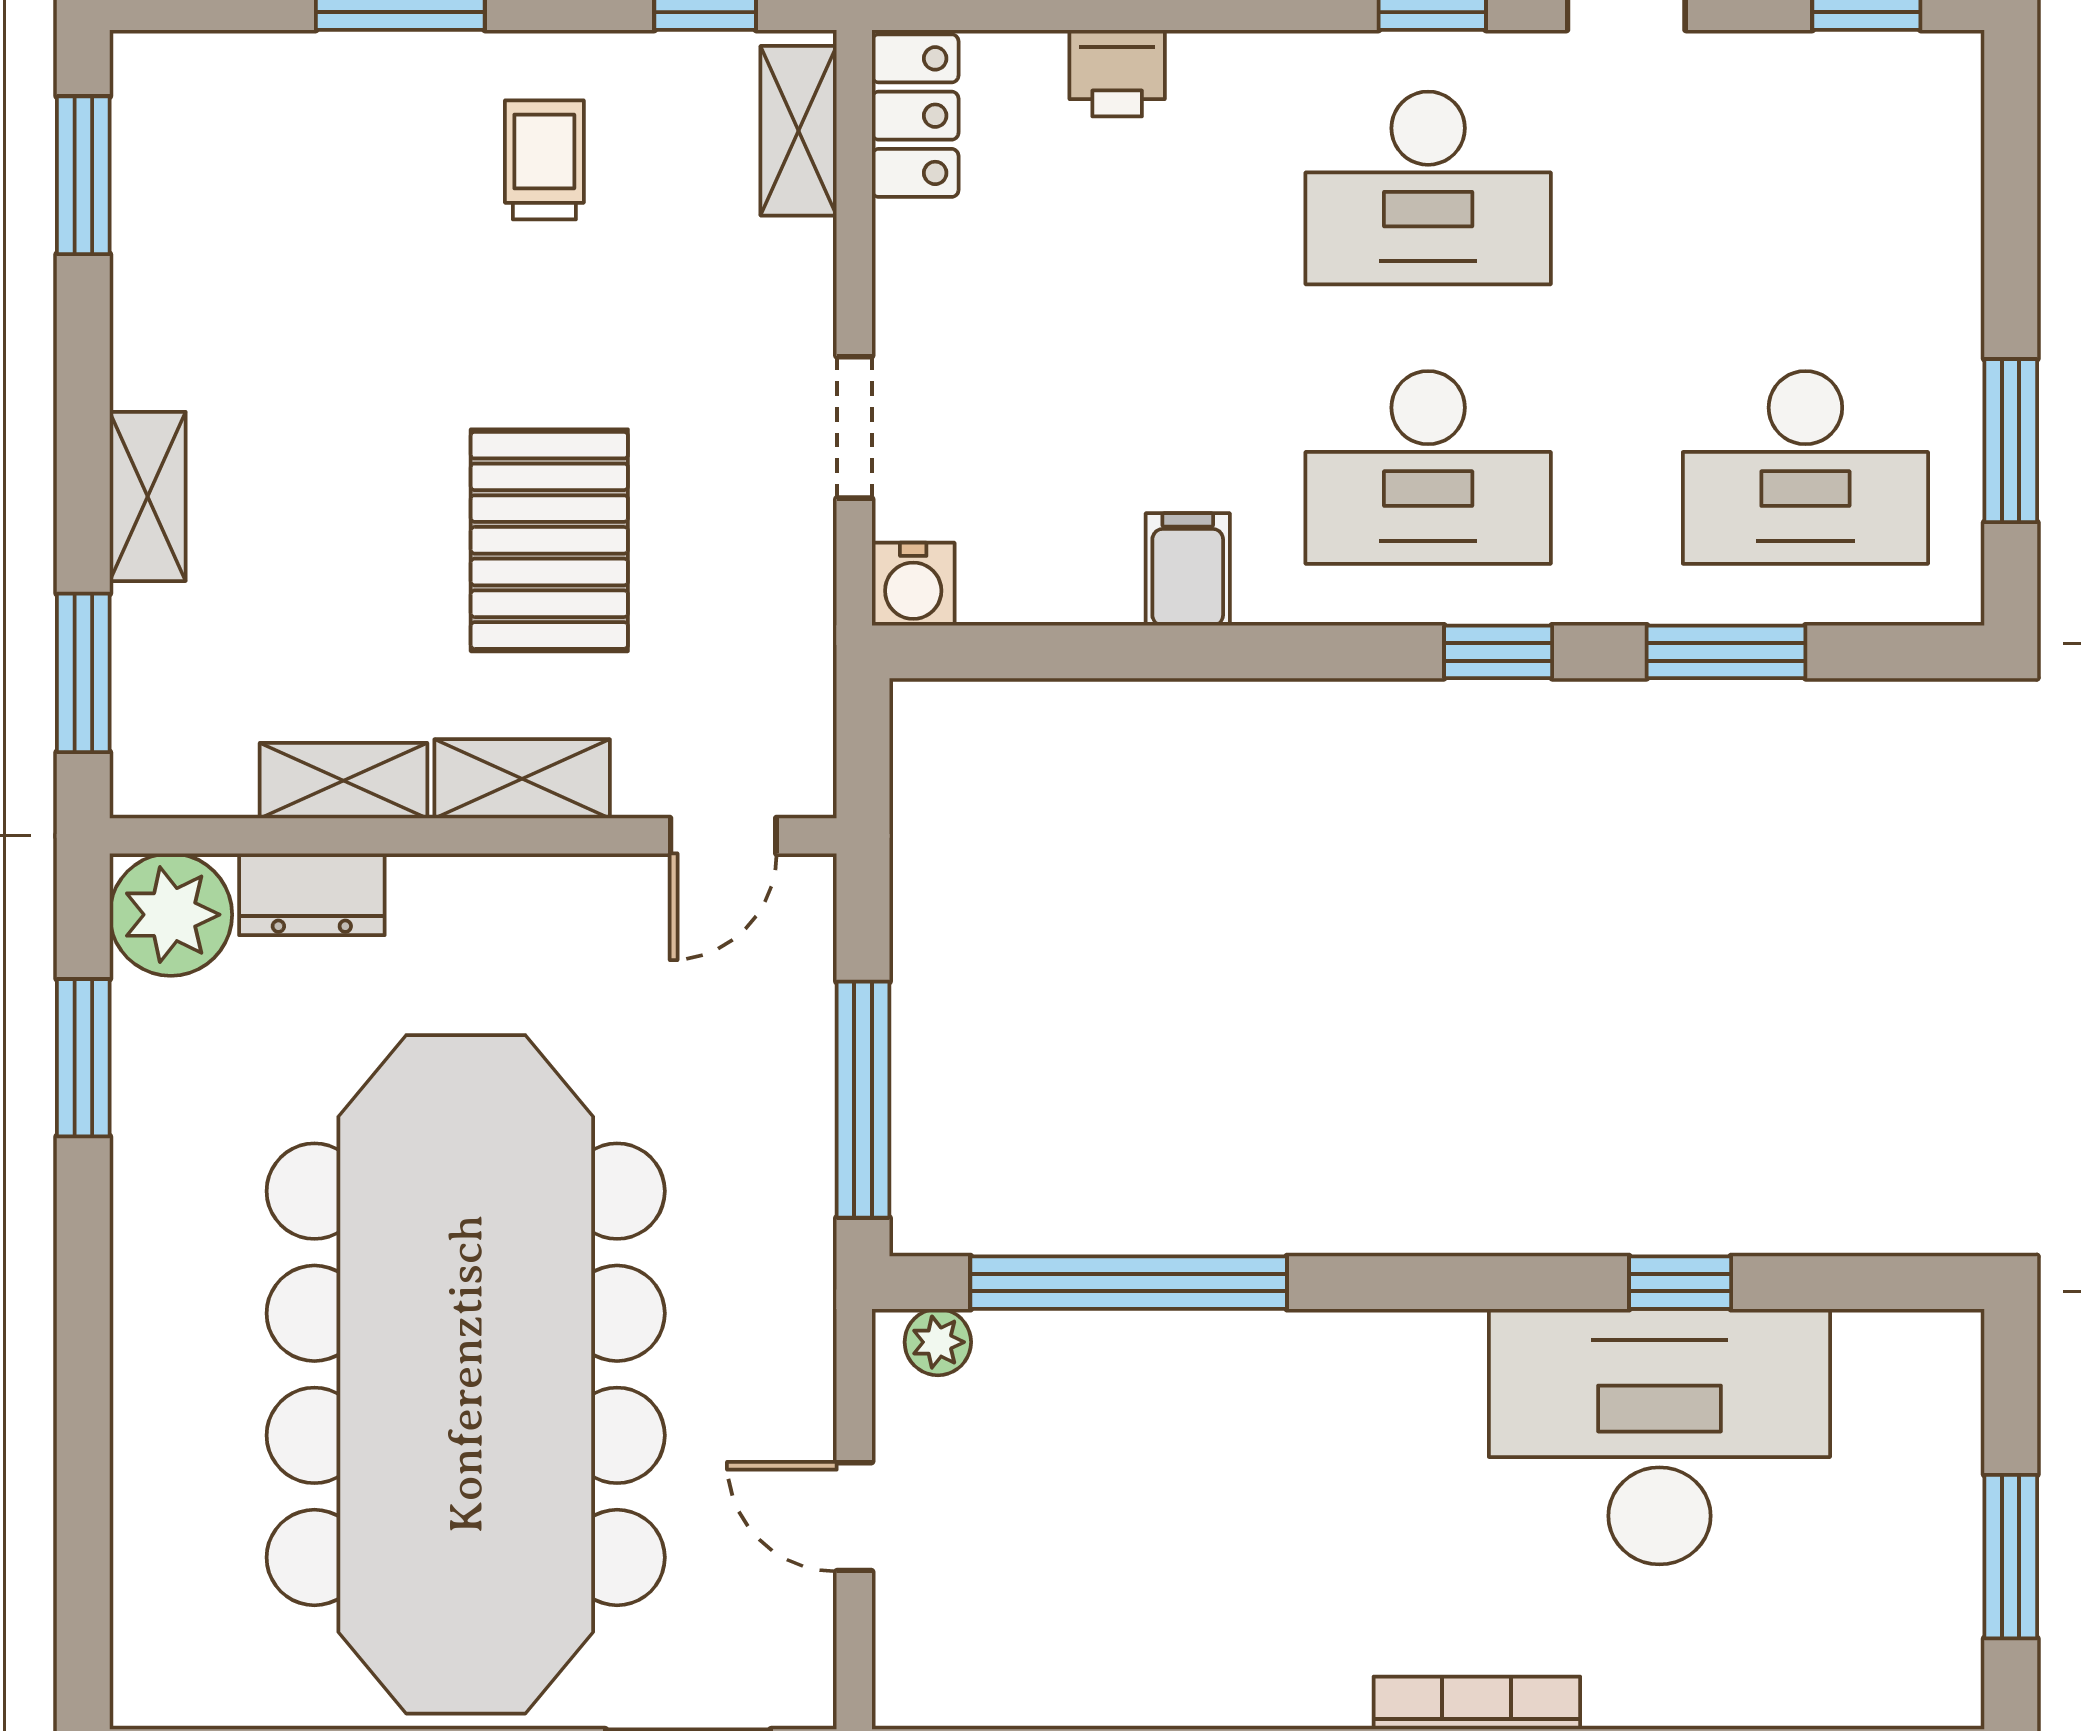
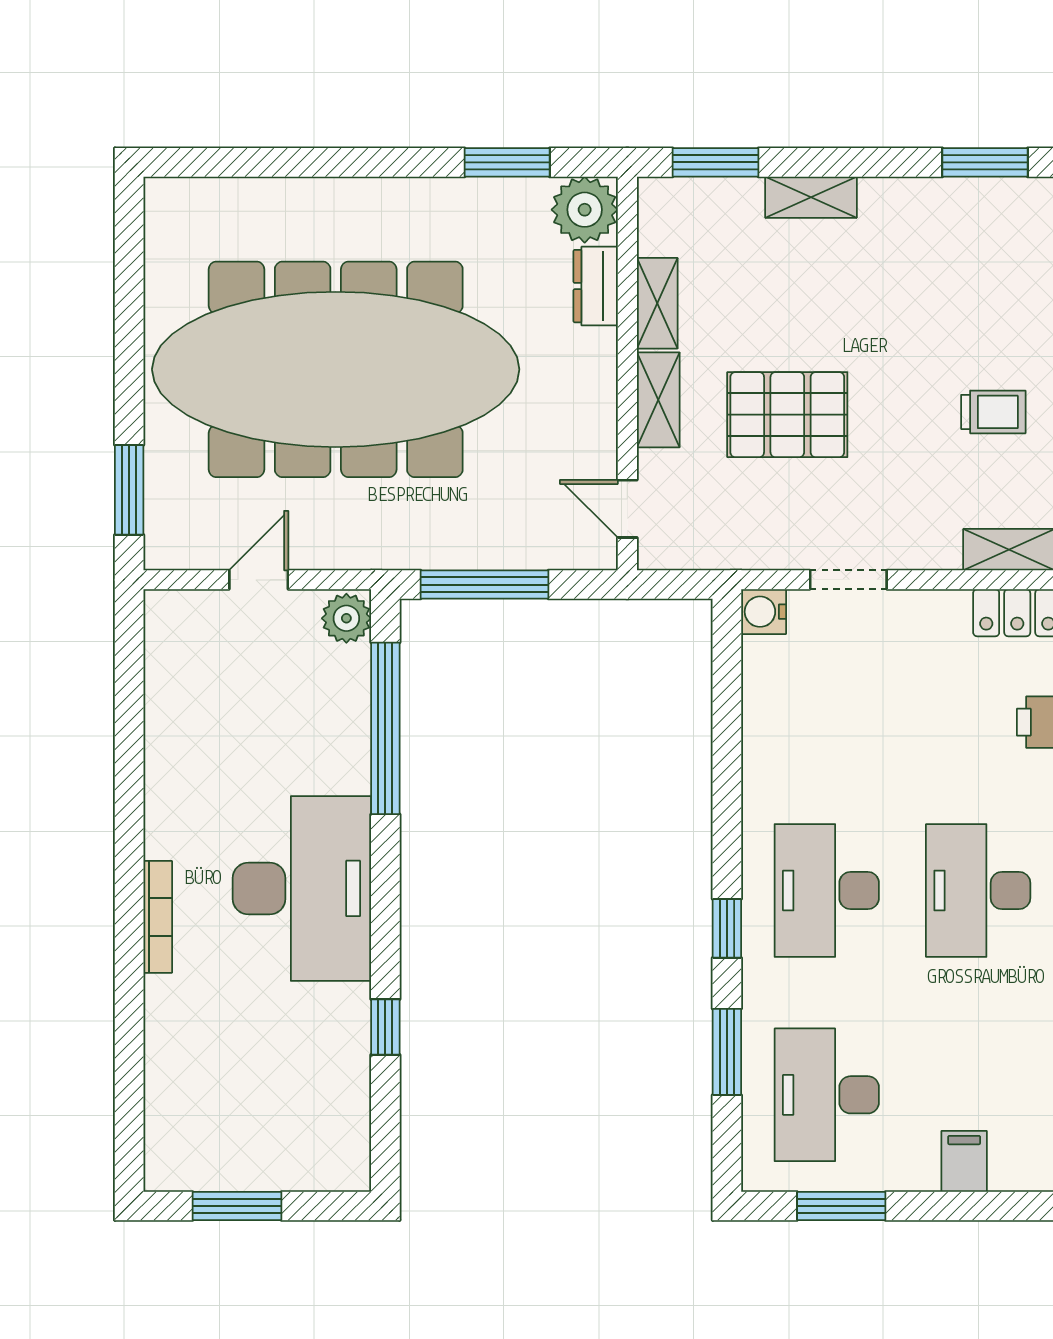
filing cabinet: (1188, 569) -> (964, 1161), moved, turned -90
plant: (938, 1342) -> (346, 618), width x1.38, depth x1.38
desk: (1659, 1437) -> (302, 888), moved

